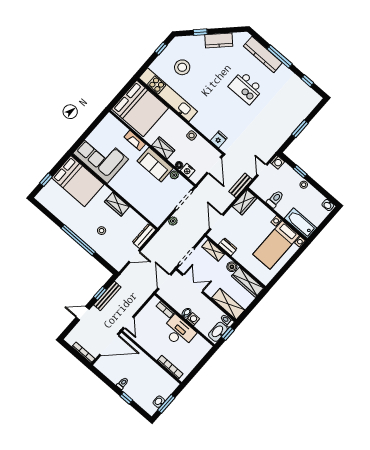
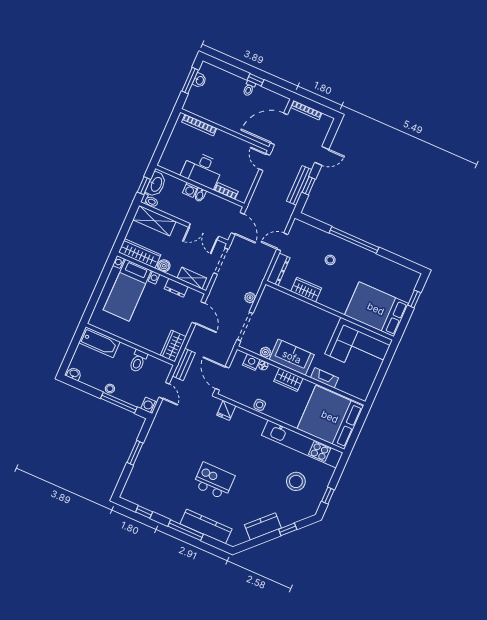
window: (300, 171) -> (119, 403), width x2.17
wardrobe: (117, 204) -> (306, 290), moved
bed with nightstands: (276, 245) -> (127, 290), moved, turned 180
window: (126, 398) -> (256, 80), moved

